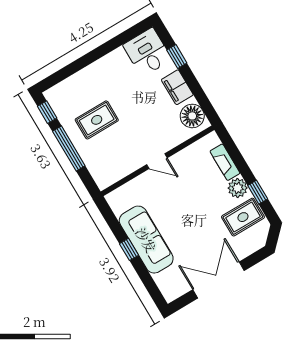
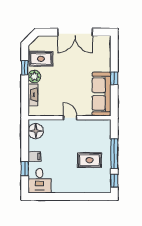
filing cabinet: (177, 87) -> (34, 157), width x0.50
sofa: (146, 240) -> (102, 94), moved

